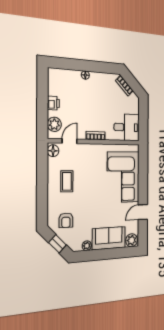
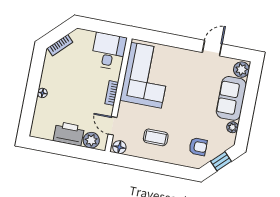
printer: (53, 103) -> (69, 134), width x1.87, depth x1.48
corner sofa: (123, 177) -> (146, 75), moved, turned -90
door: (143, 212) -> (212, 48), swing flipped

